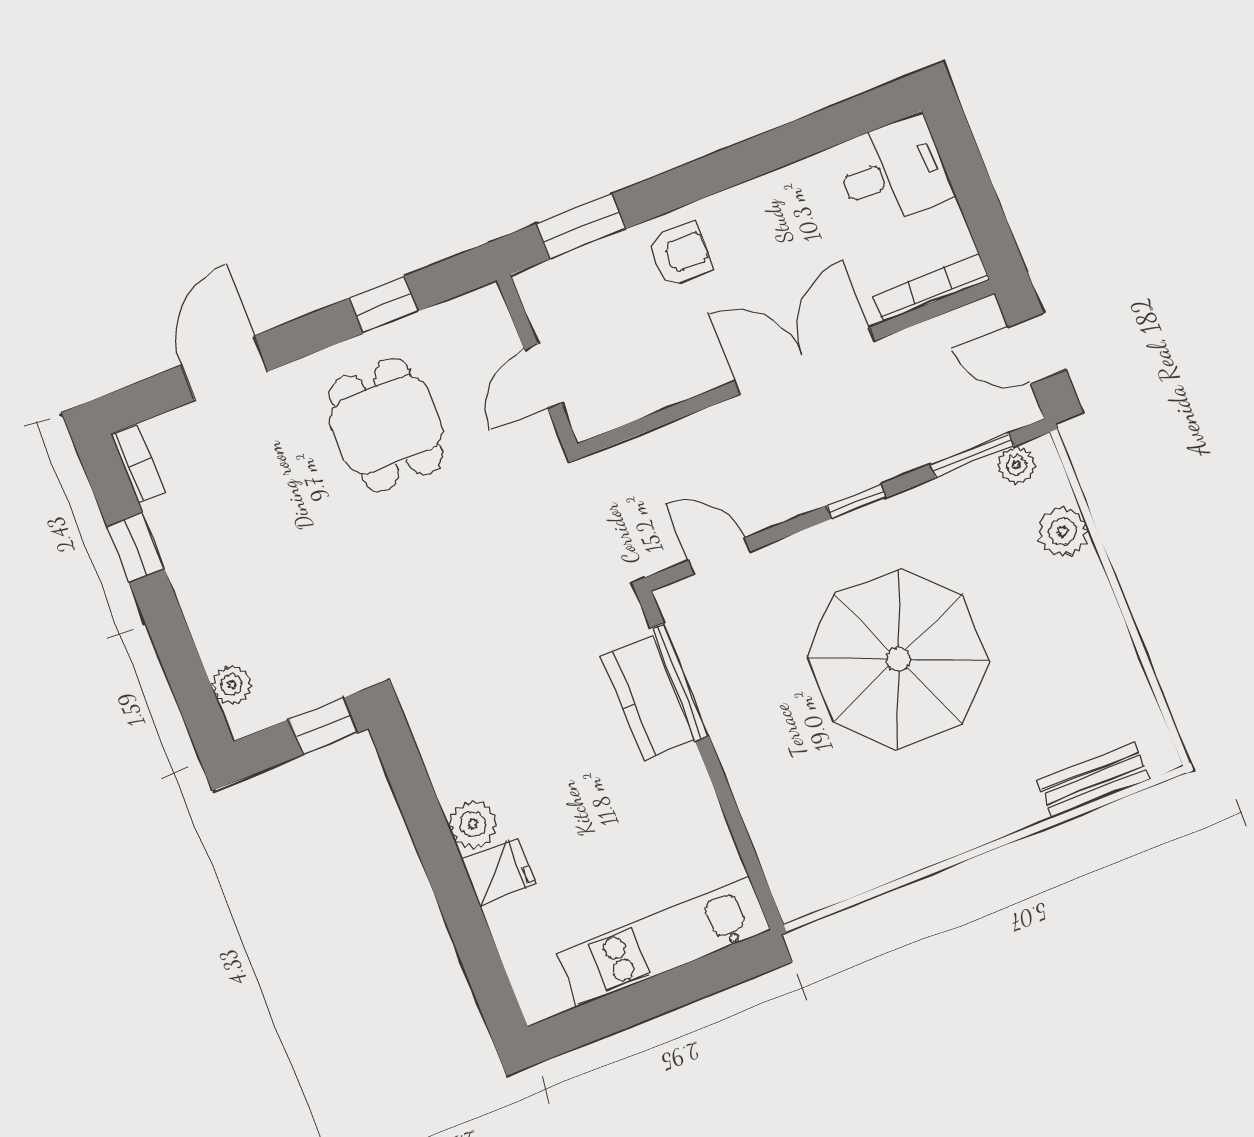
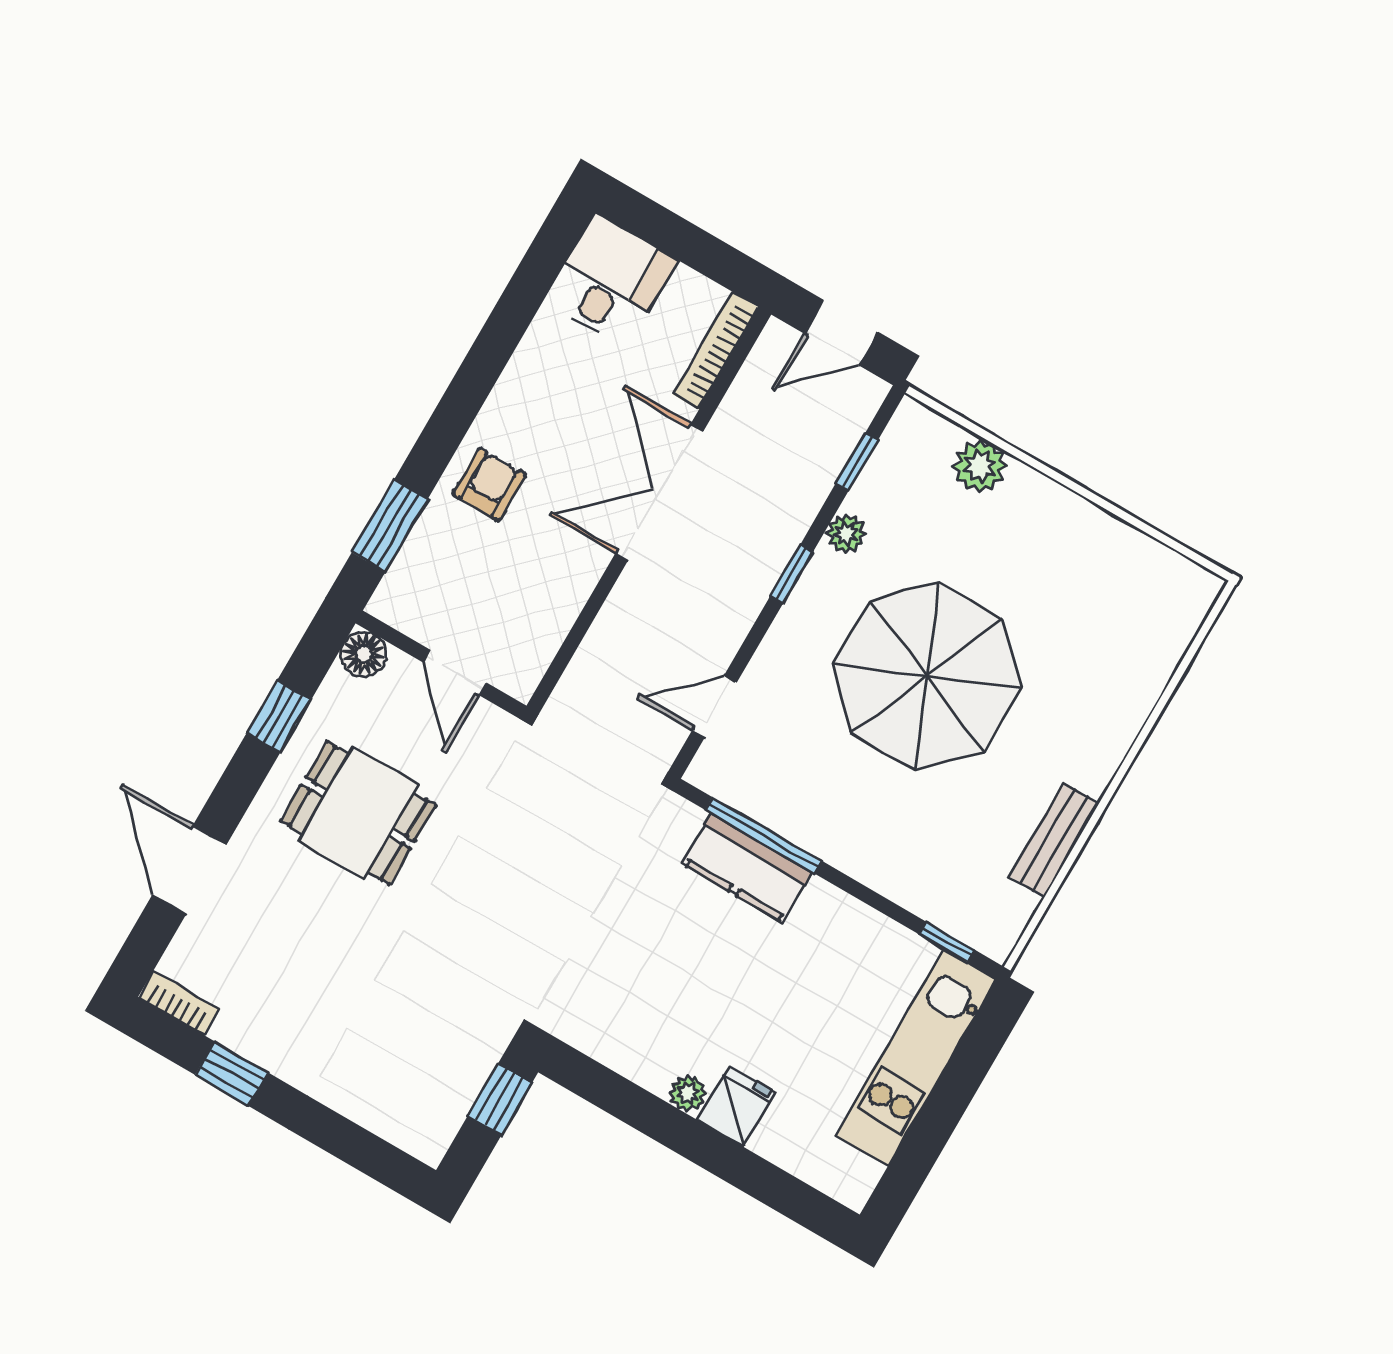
floor lamp: (485, 308) -> (364, 654), added
window: (972, 455) -> (857, 462), width x0.67
plant: (1017, 465) -> (846, 534), moved
plant: (232, 685) -> (398, 1125), removed
bench: (1094, 780) -> (1054, 840), moved
plant: (473, 824) -> (688, 1093), width x0.73, depth x0.73
window: (755, 872) -> (947, 942), added

